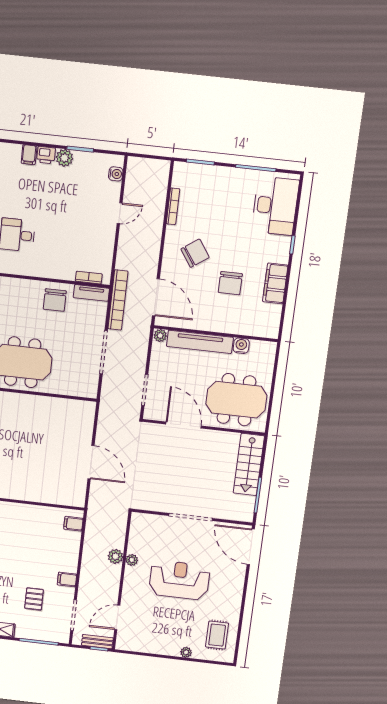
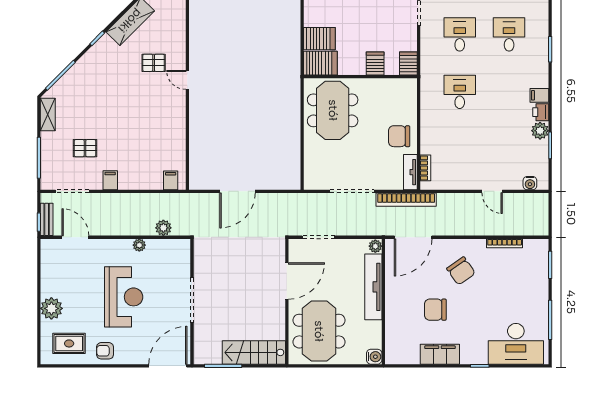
water cooler: (241, 346) -> (374, 357), moved
plant: (115, 556) -> (163, 228), moved
armchair: (228, 603) -> (105, 351), added
plant: (186, 652) -> (51, 308), width x1.88, depth x1.88

